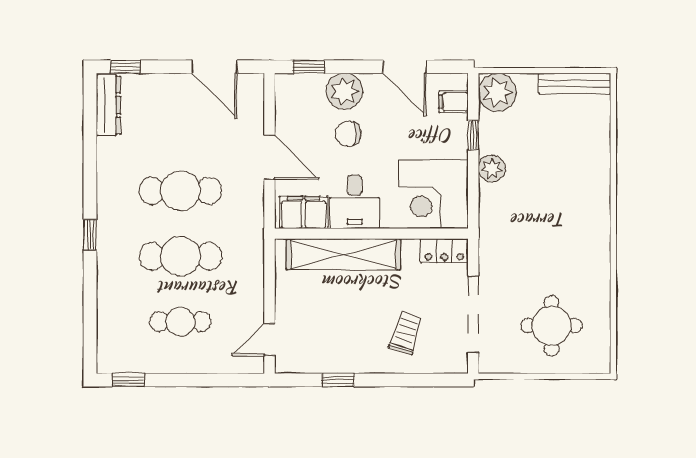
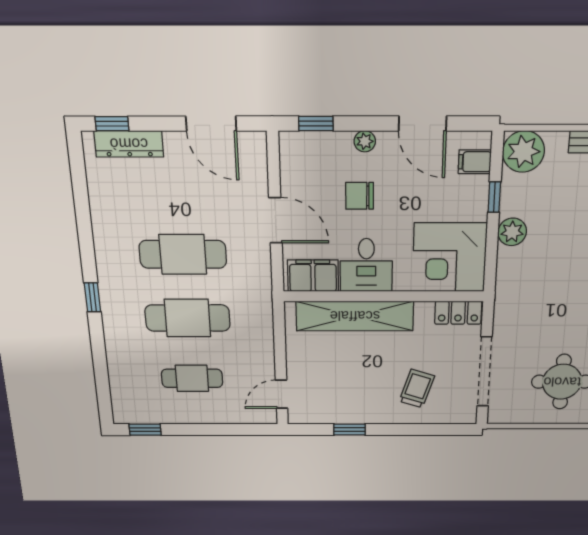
plant: (344, 91) -> (365, 141), width x0.53, depth x0.53
dresser: (108, 105) -> (129, 144), moved, turned 90

